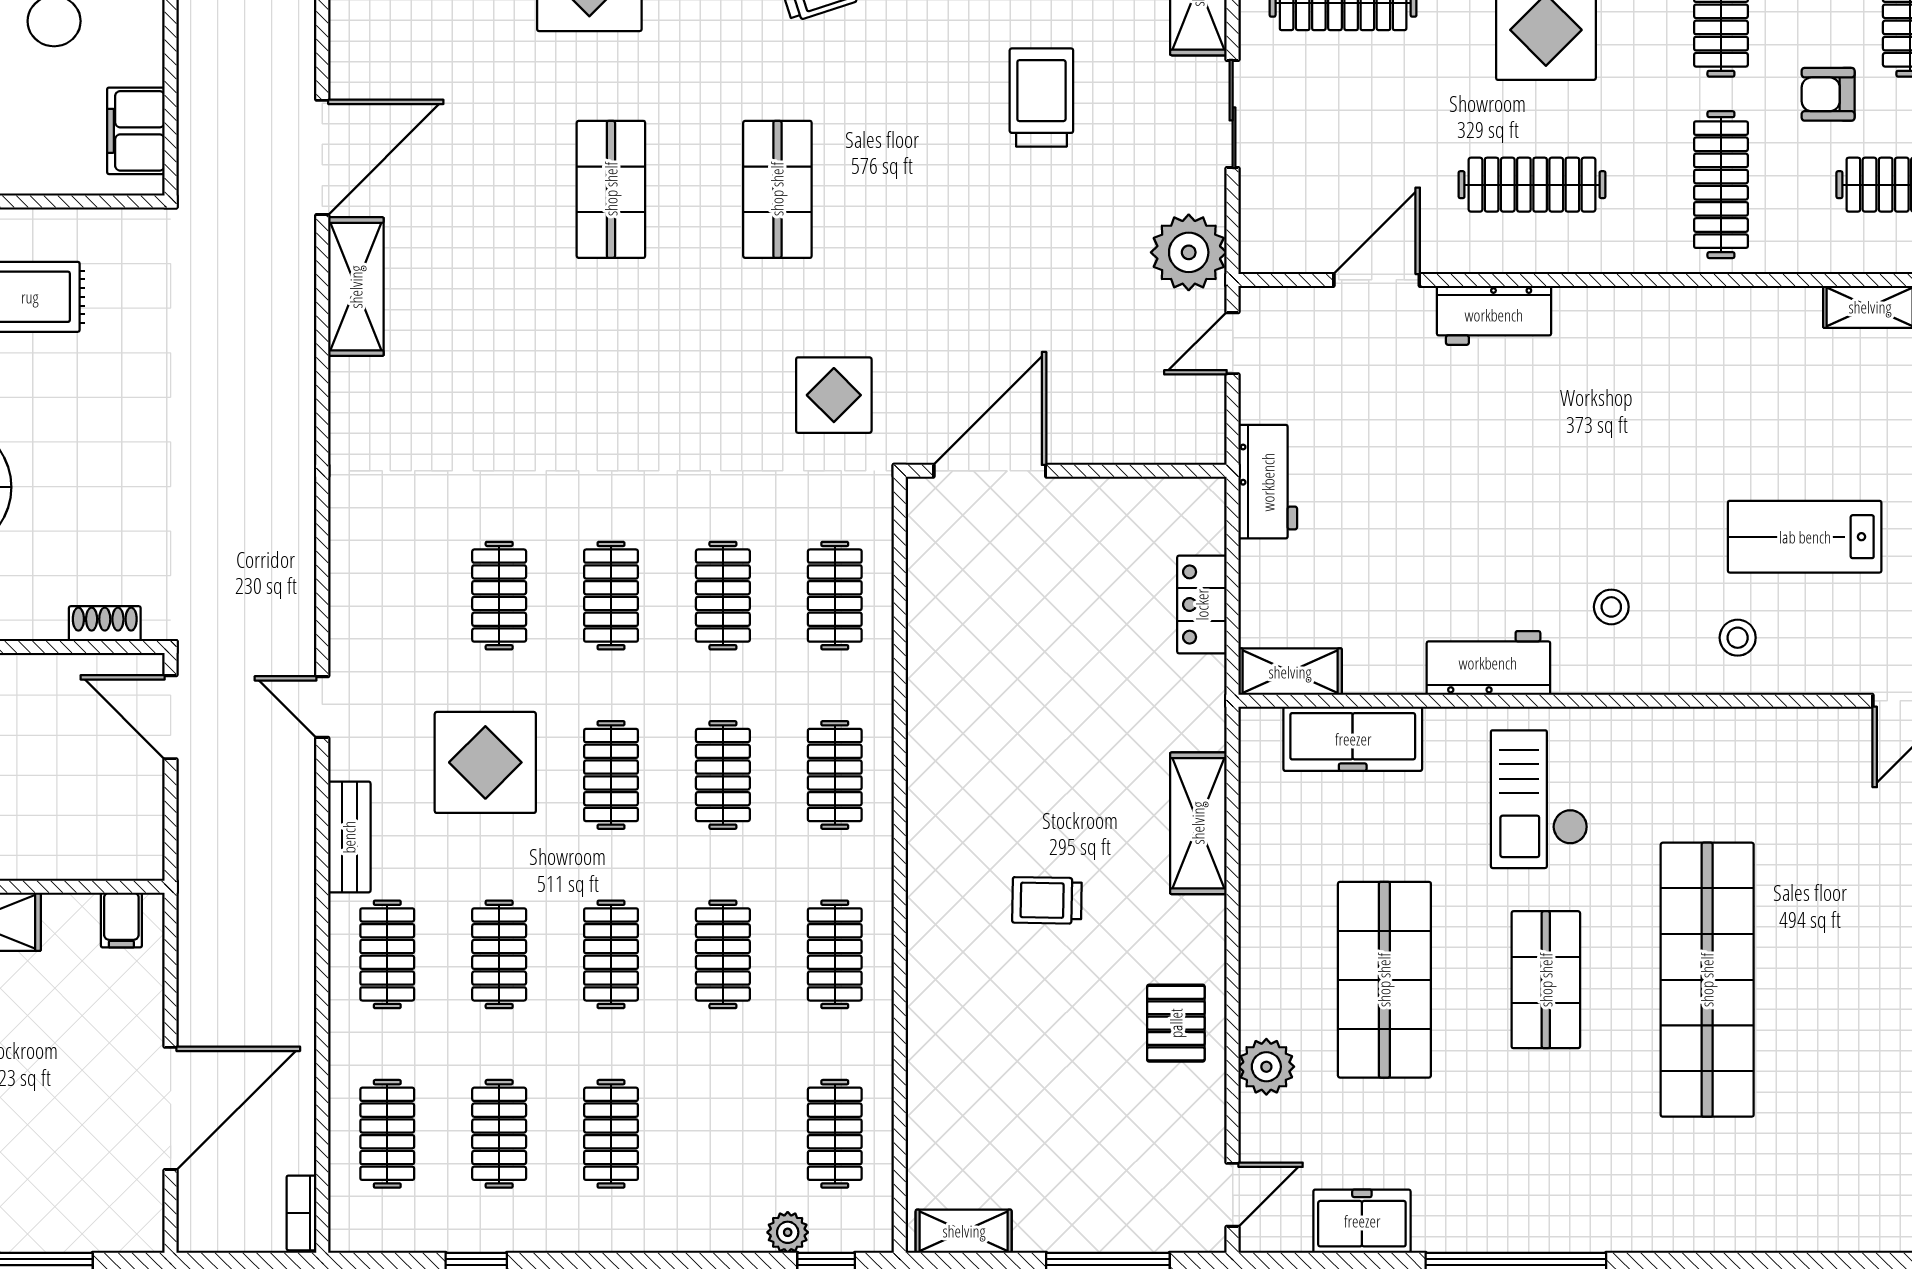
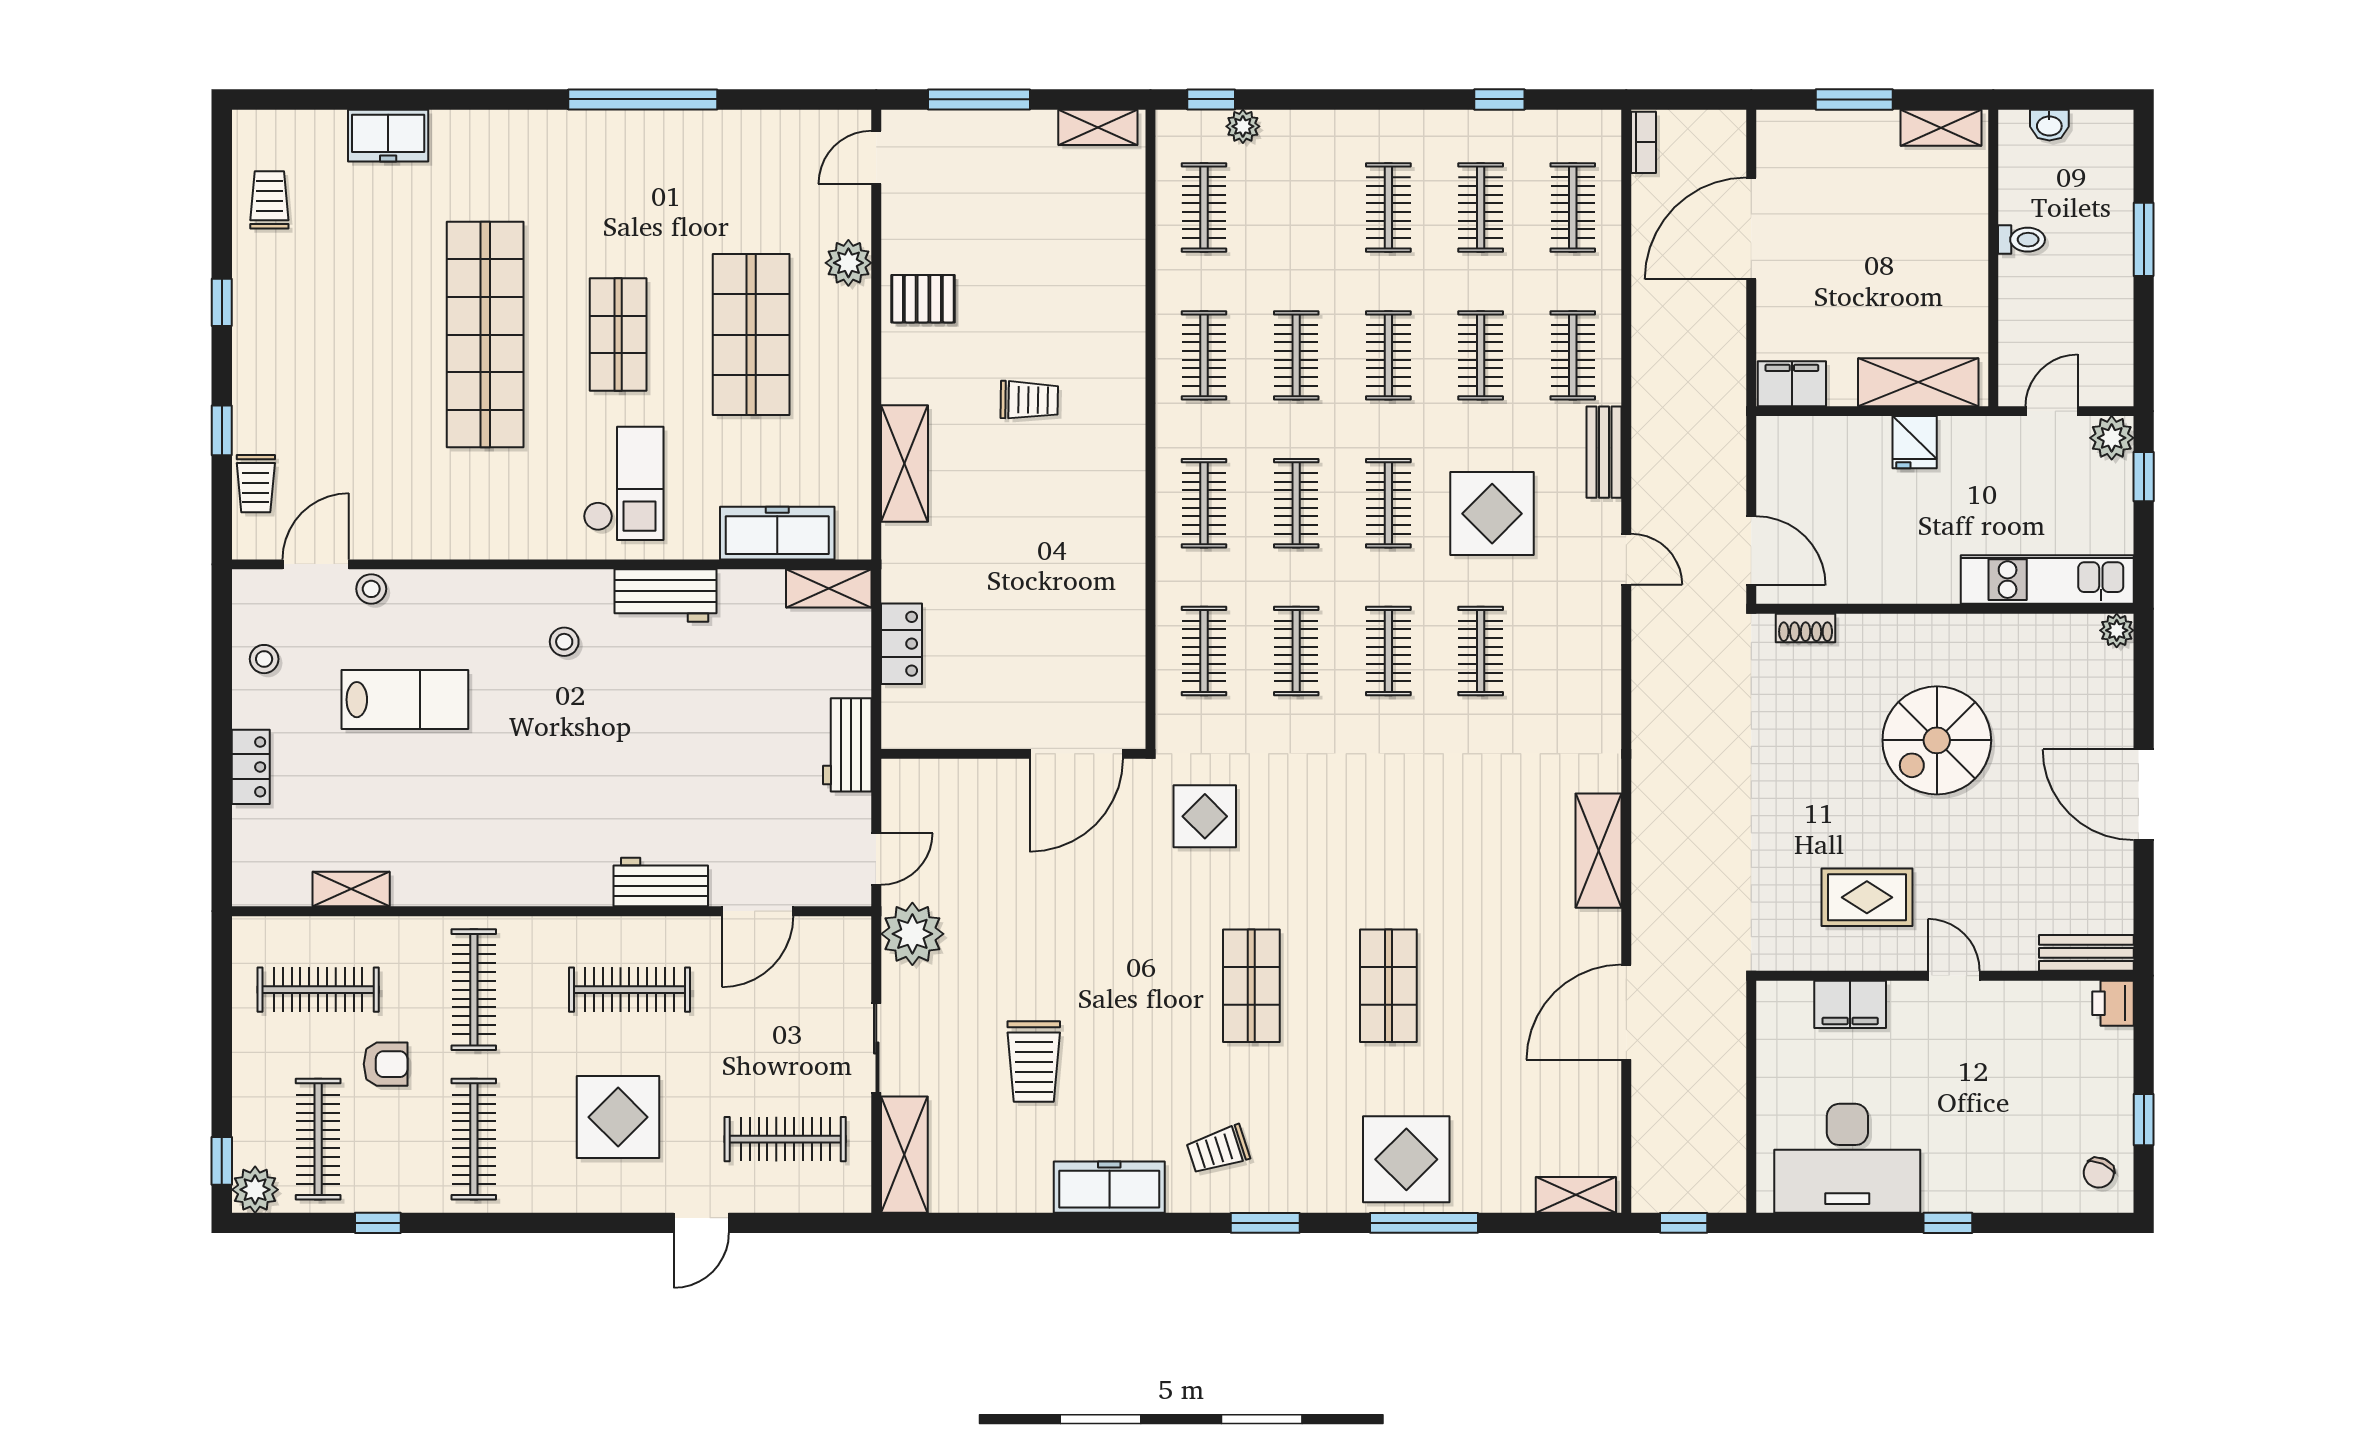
filing cabinet: (136, 131) -> (1850, 1004), moved, turned 90
shelving: (356, 287) -> (1599, 851), moved
stool: (1738, 638) -> (371, 589), moved
filing cabinet: (121, 920) -> (1792, 384), width x2.00
pallet: (1176, 1023) -> (923, 299), turned 90
freezer: (1362, 1221) -> (388, 136), moved

